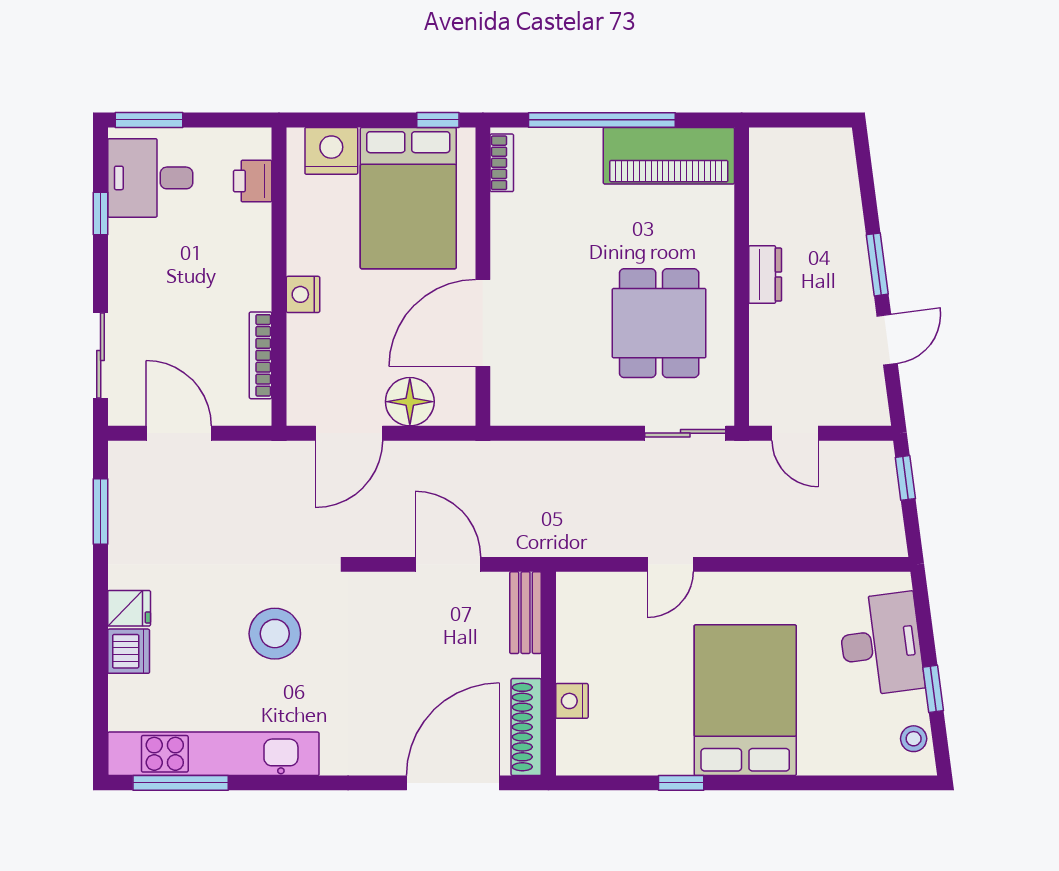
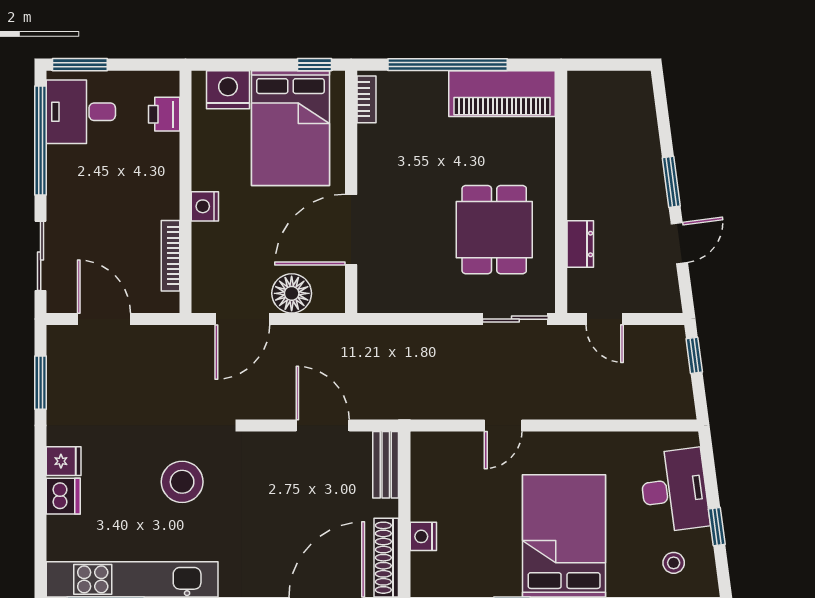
window: (101, 213) -> (41, 141), width x3.17
dresser: (765, 275) -> (580, 244), moved
stool: (914, 739) -> (674, 563), moved

